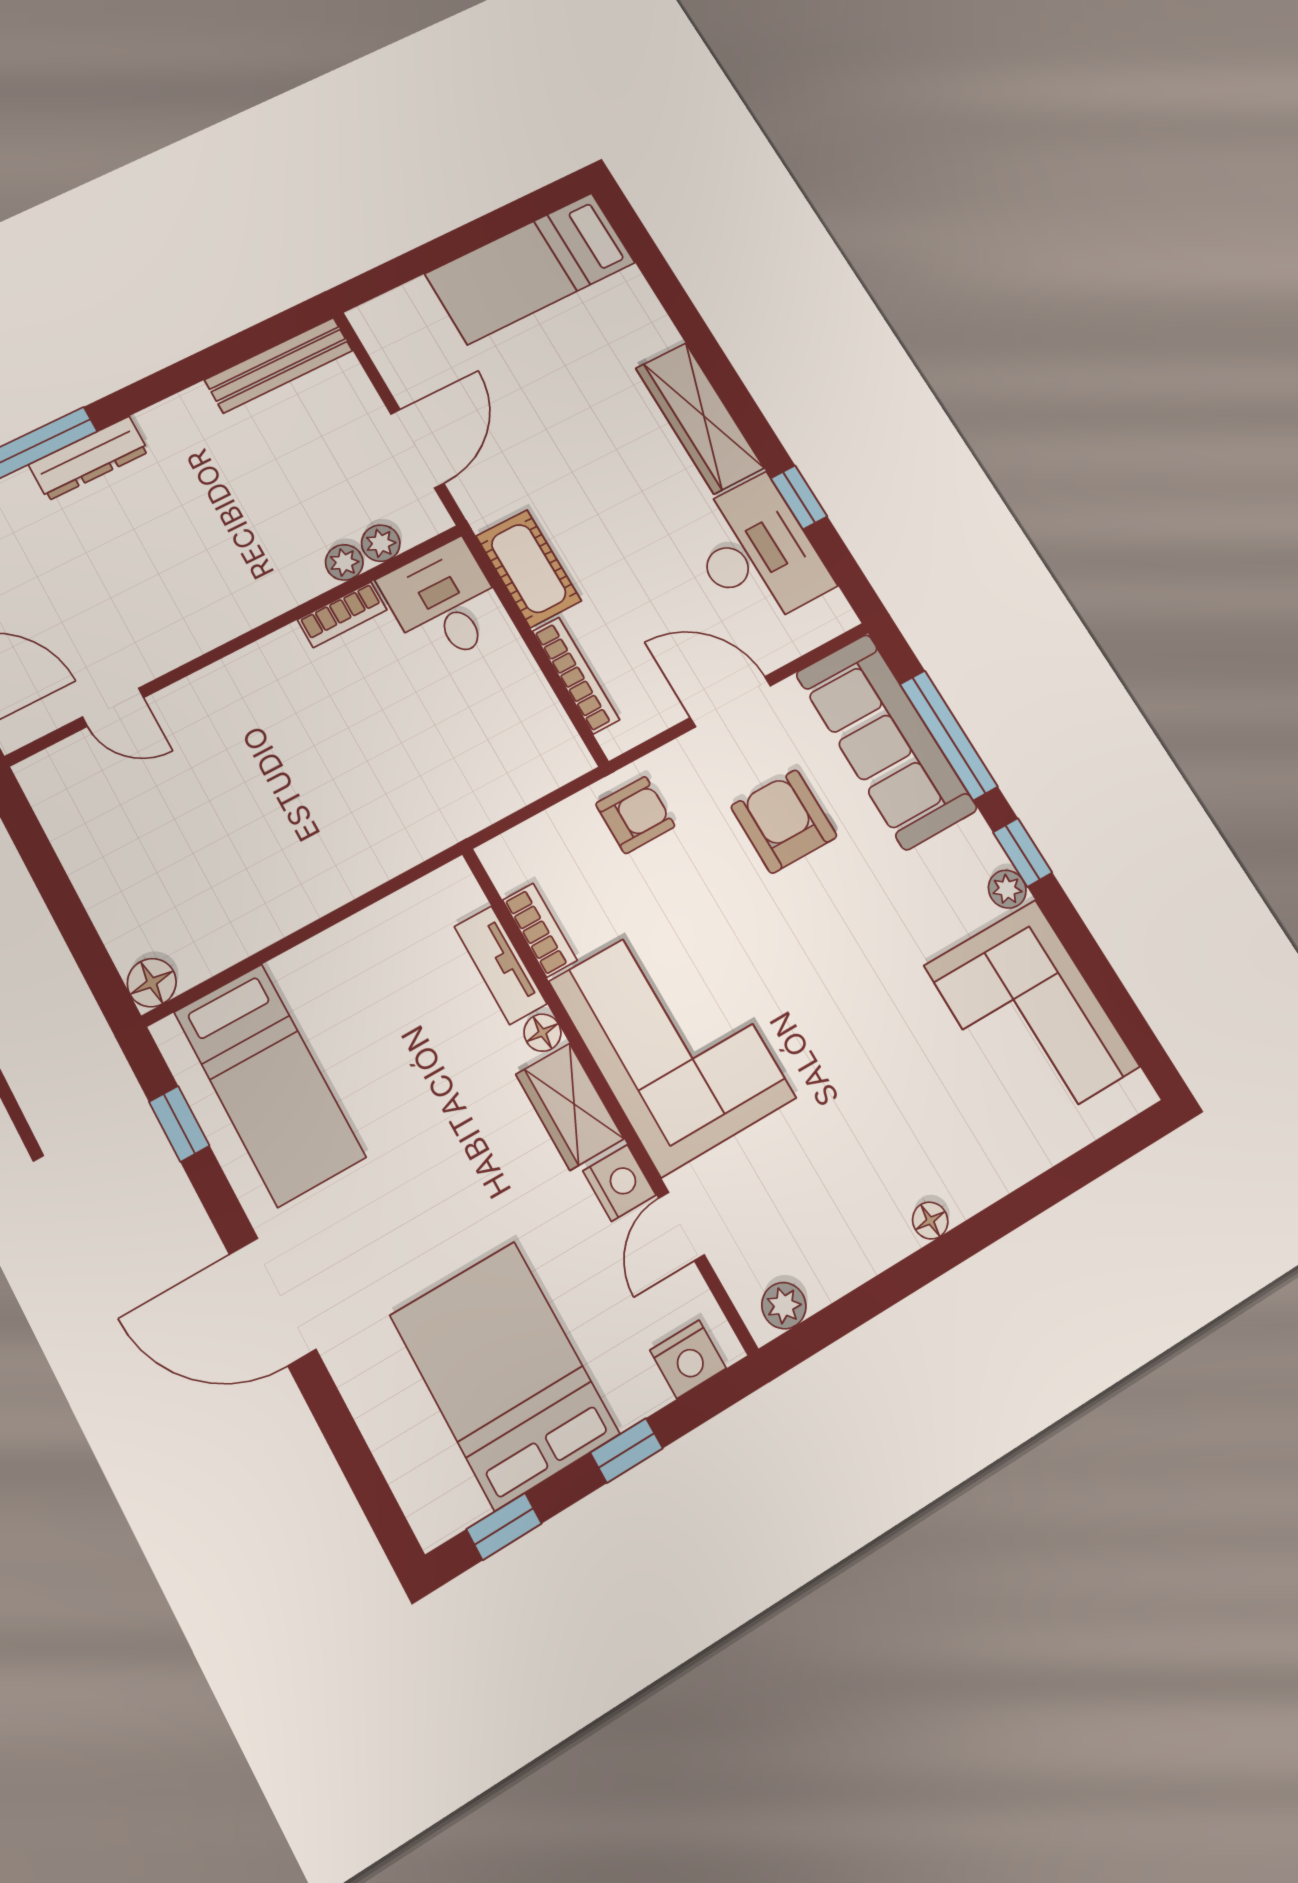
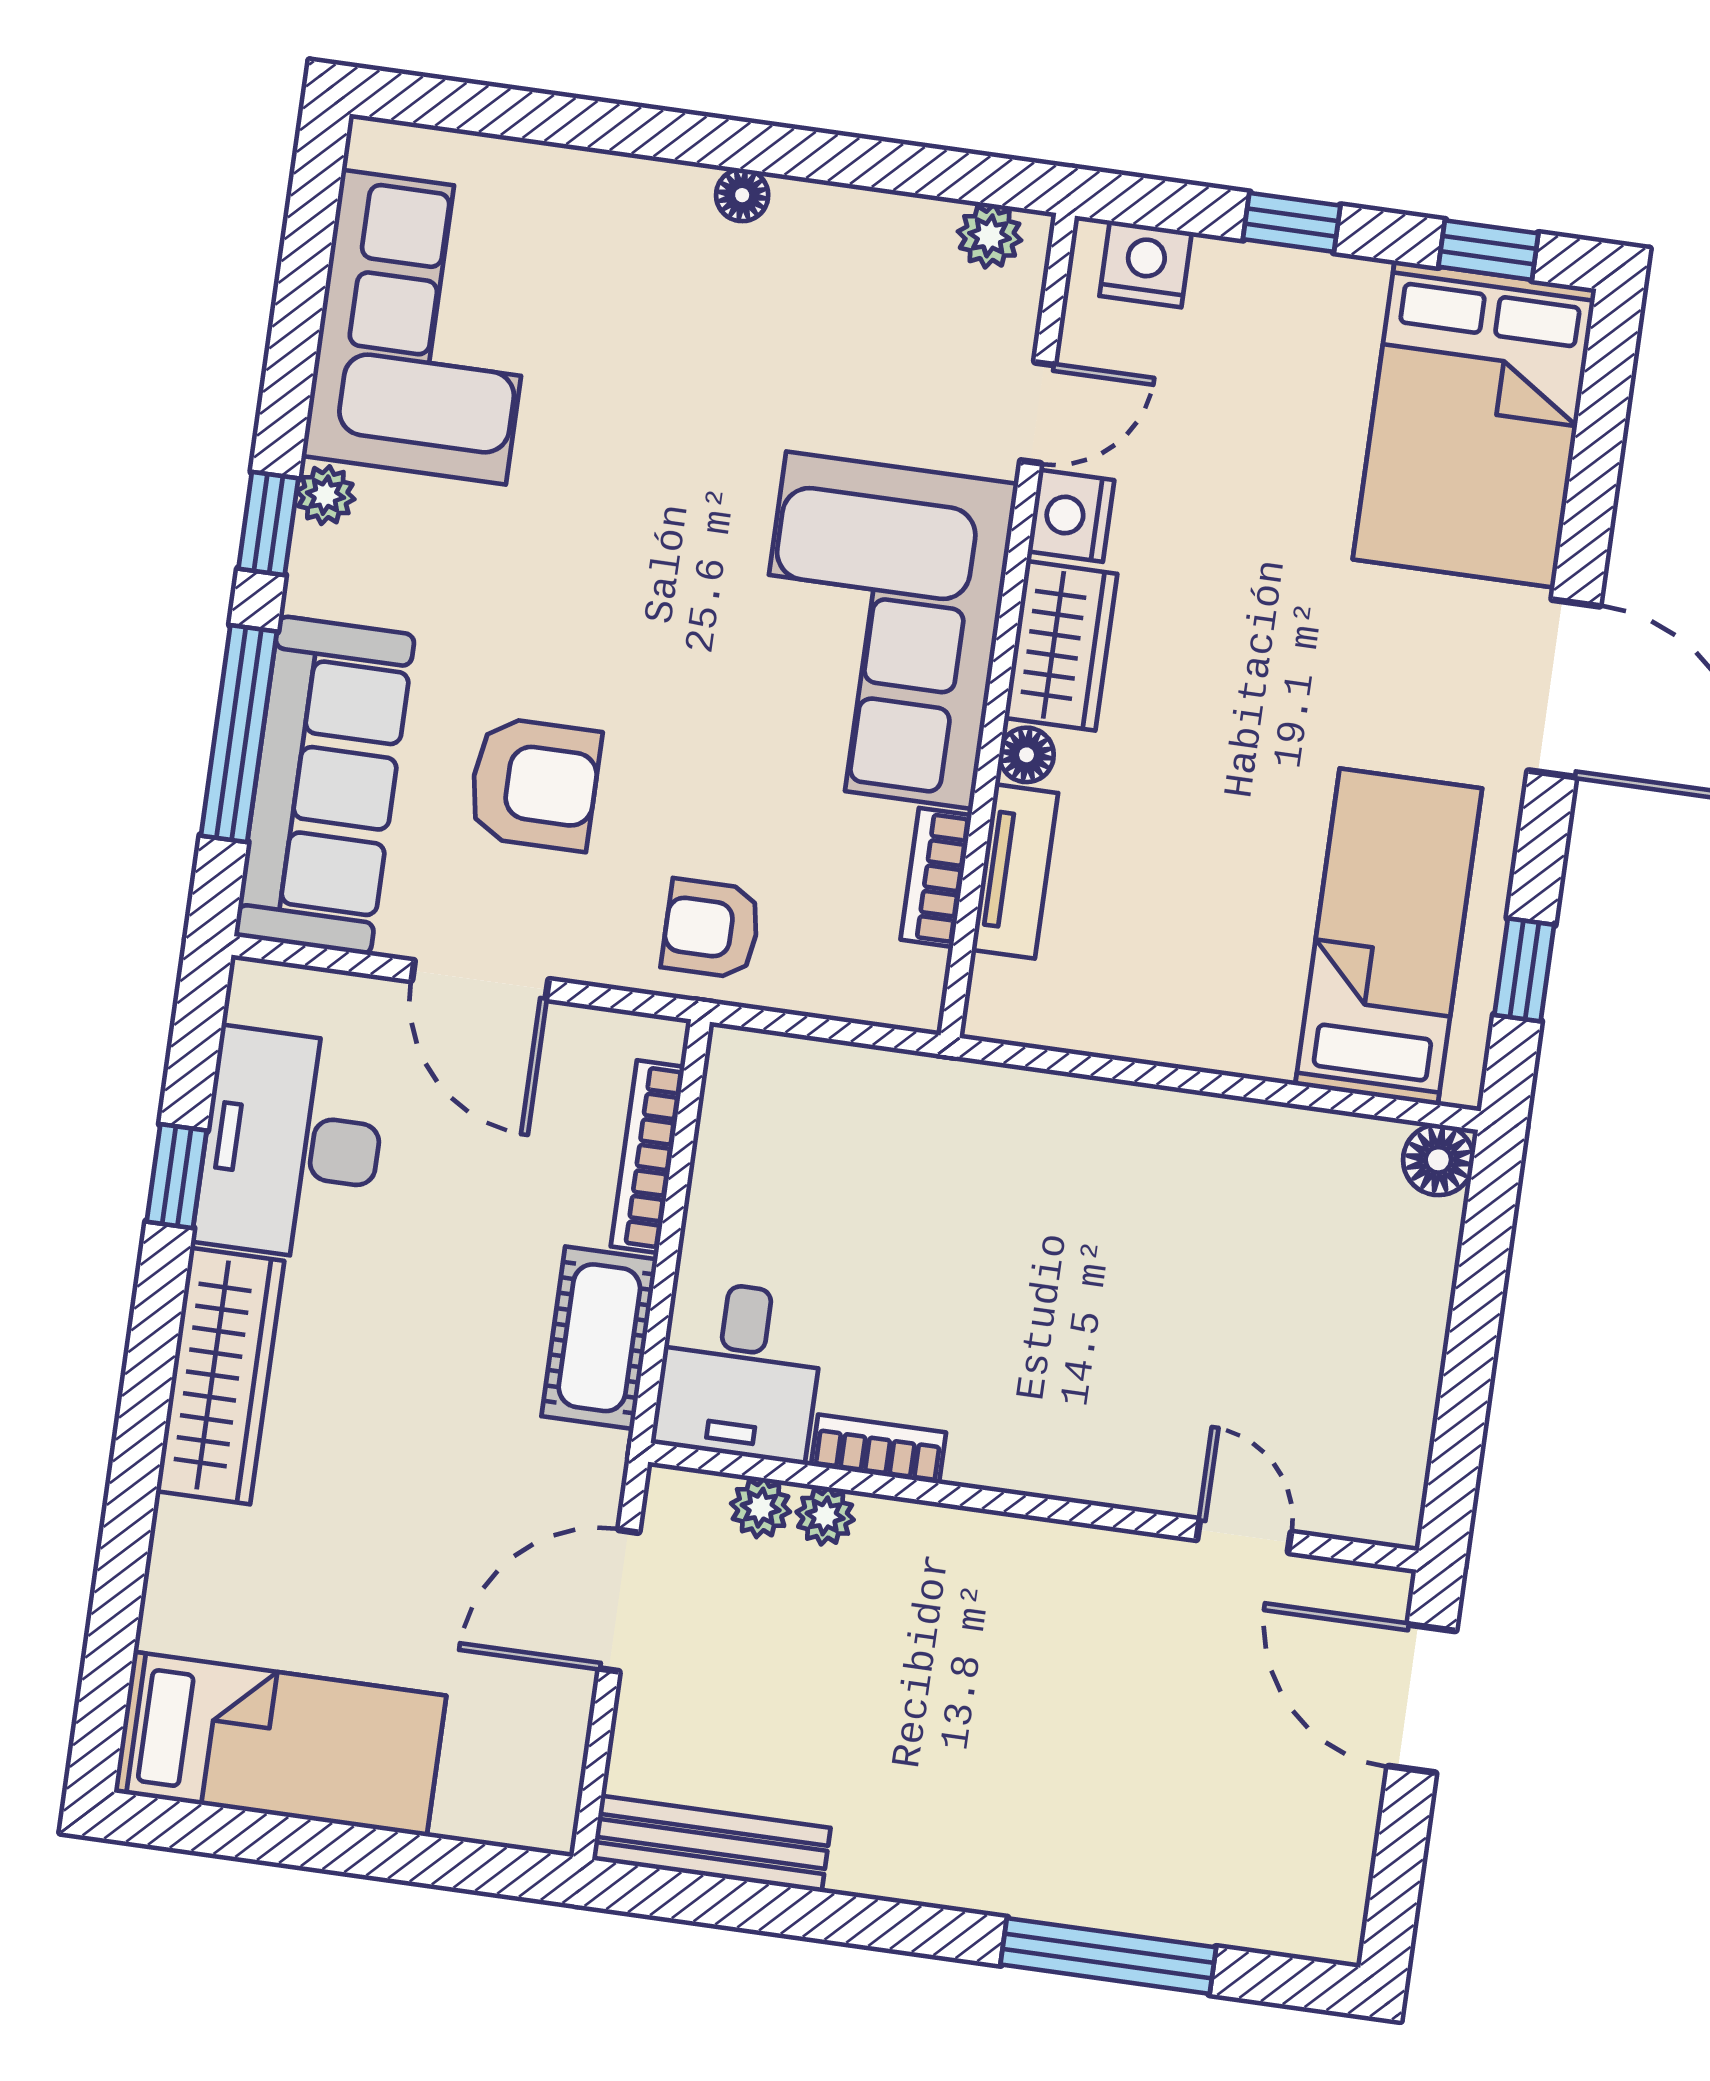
dresser: (89, 458) -> (1043, 1889), removed
armchair: (784, 821) -> (534, 784), turned -90
bed: (505, 1375) -> (1475, 424), moved

